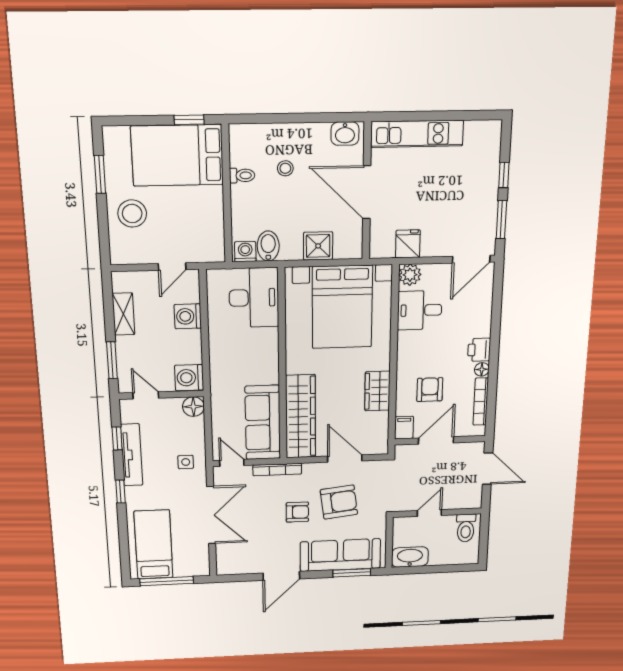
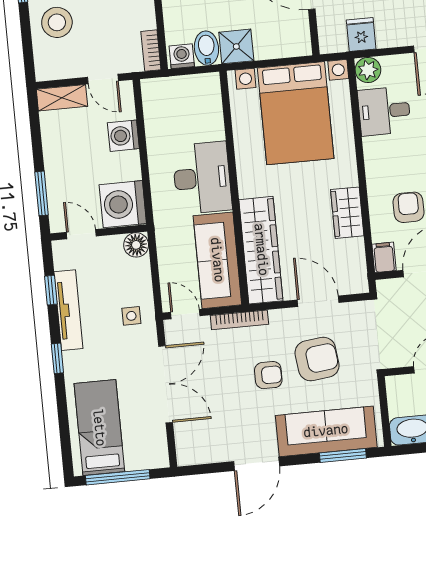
bookcase: (217, 245) -> (151, 51), added
shower: (318, 246) -> (236, 46), moved
door: (172, 267) -> (103, 79), hinge flipped
desk: (254, 298) -> (202, 178), moved
shelving: (123, 314) -> (62, 98), moved, turned 90
washing machine: (189, 378) -> (123, 204), width x1.37, depth x1.37

